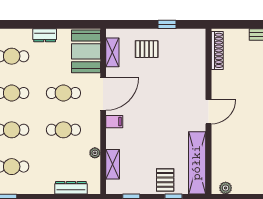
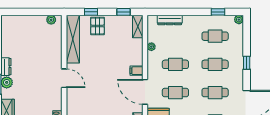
door: (103, 94) -> (145, 92), hinge flipped
door: (209, 112) -> (64, 78), swing flipped
shelving: (113, 164) -> (138, 26), moved

